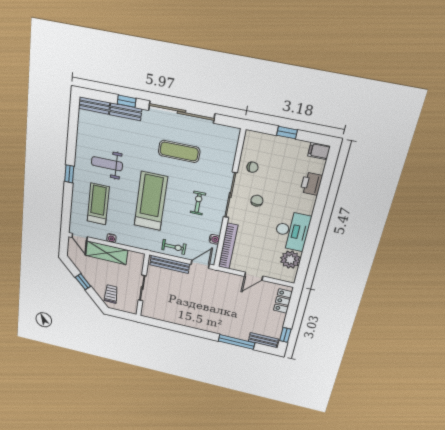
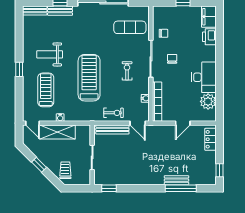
exercise mat: (179, 151) -> (130, 27), moved
filing cabinet: (319, 151) -> (209, 17), width x2.00
door: (200, 264) -> (138, 123), swing flipped
window: (156, 323) -> (109, 188), added
bench: (263, 340) -> (176, 180), moved

